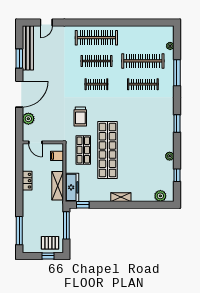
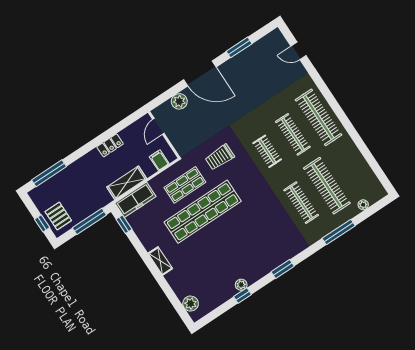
bench: (28, 48) -> (257, 49), removed
window: (177, 175) -> (243, 296), moved

